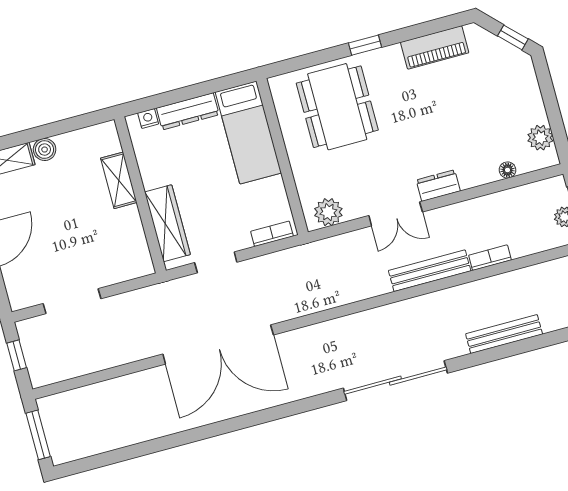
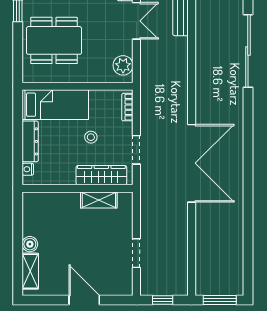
shelving: (119, 180) -> (99, 200), moved
stool: (216, 194) -> (91, 137), added
doorway: (72, 301) -> (136, 253), width x0.73

